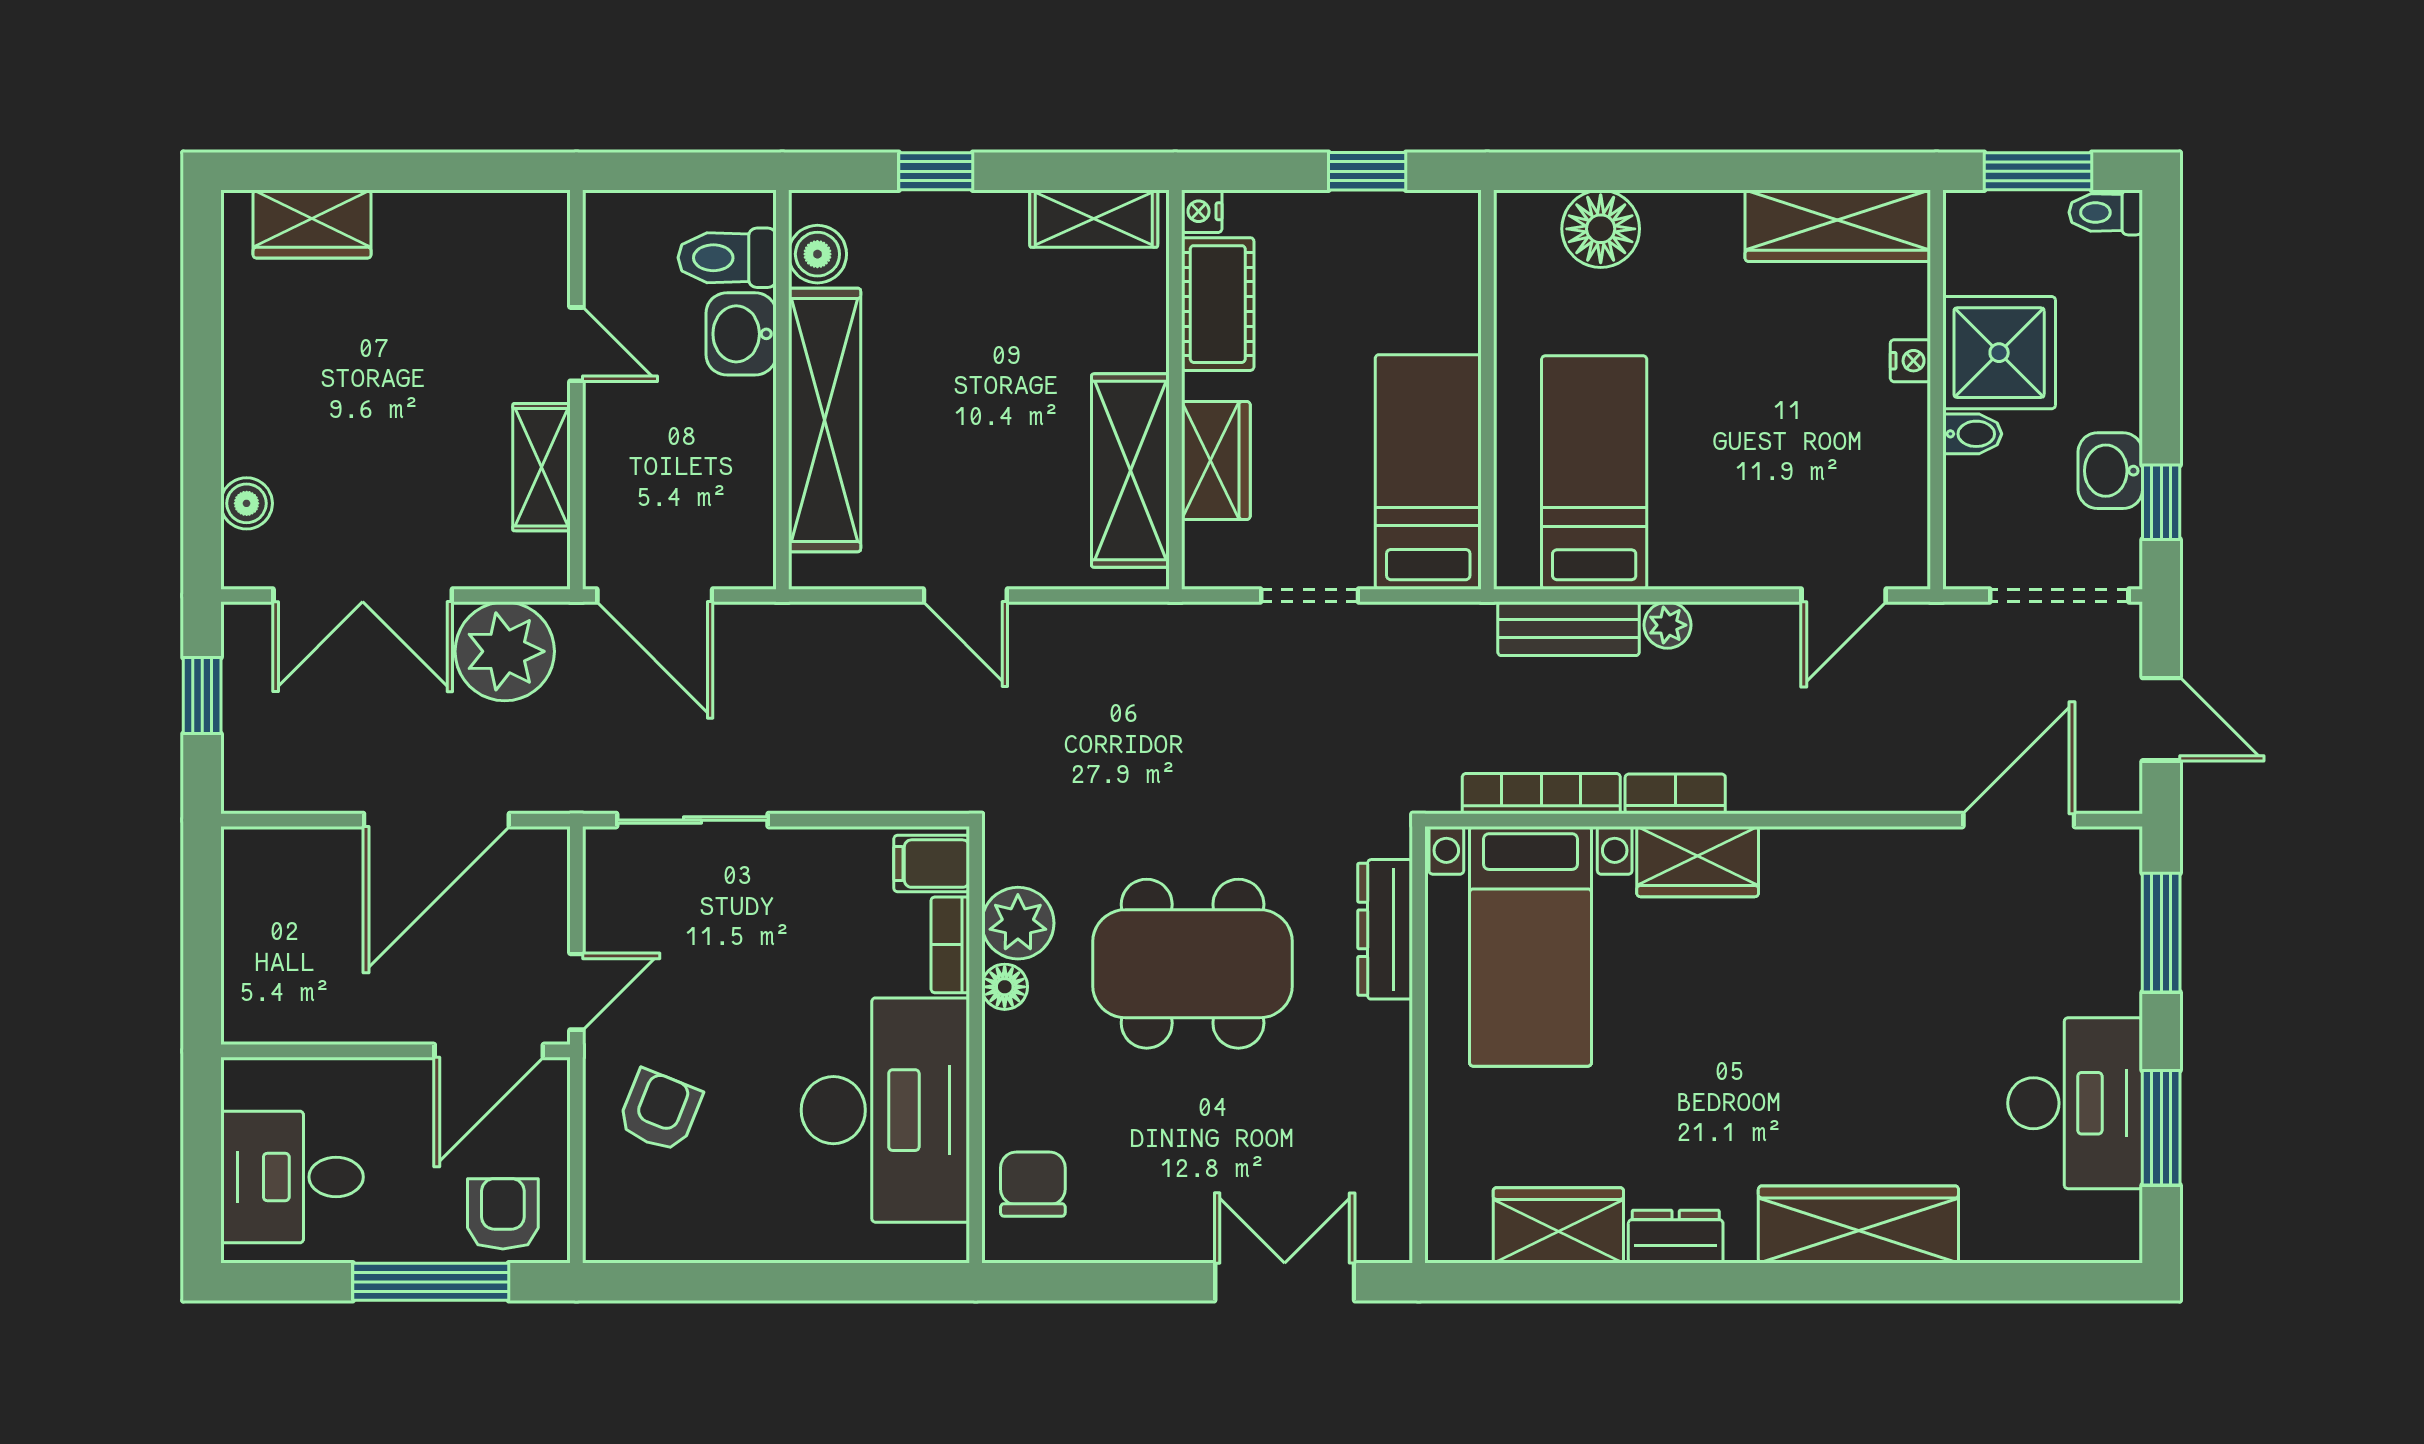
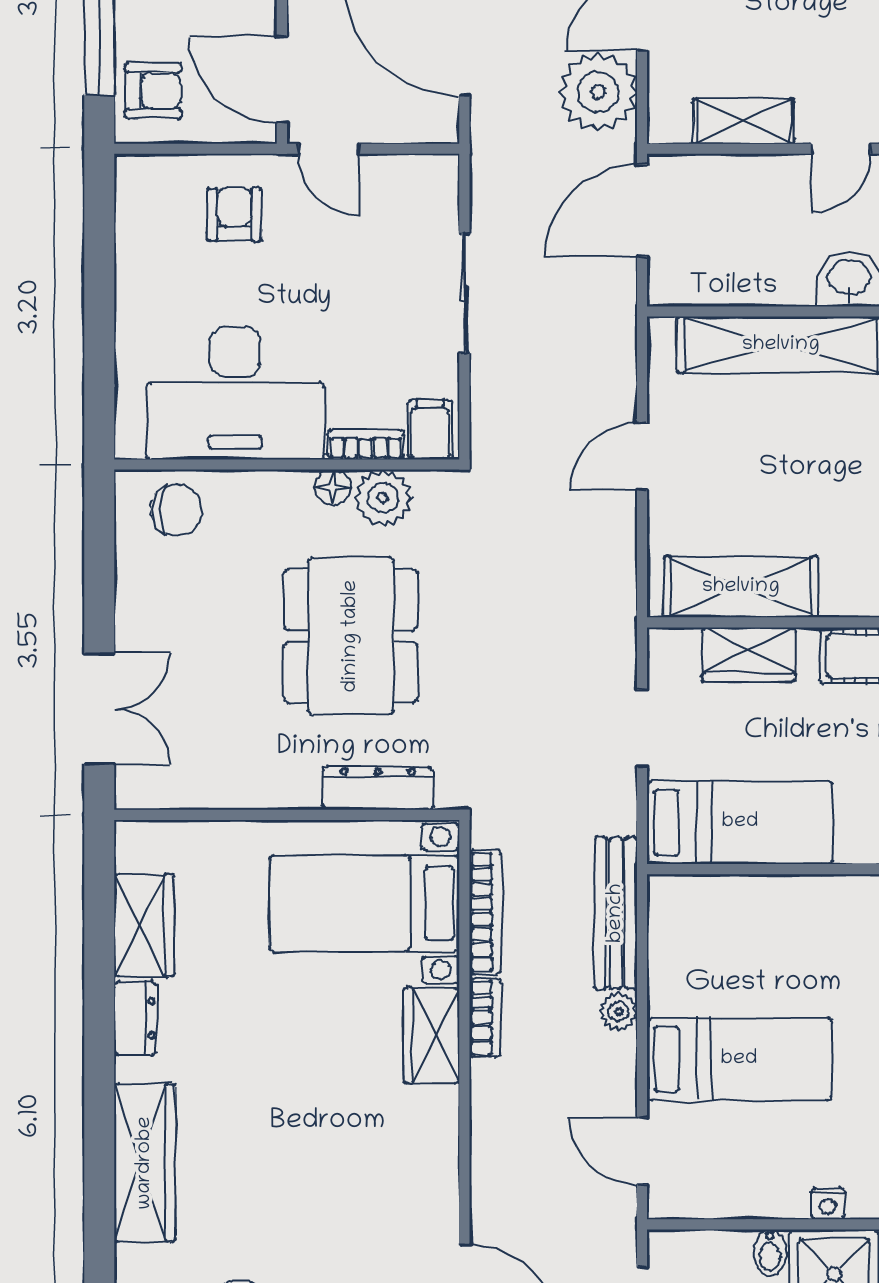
bed: (1594, 472) -> (739, 1059), moved
bench: (1569, 629) -> (616, 913), width x1.36
sliding door: (692, 820) -> (464, 293), moved
armchair: (660, 1111) -> (235, 215), turned -112

